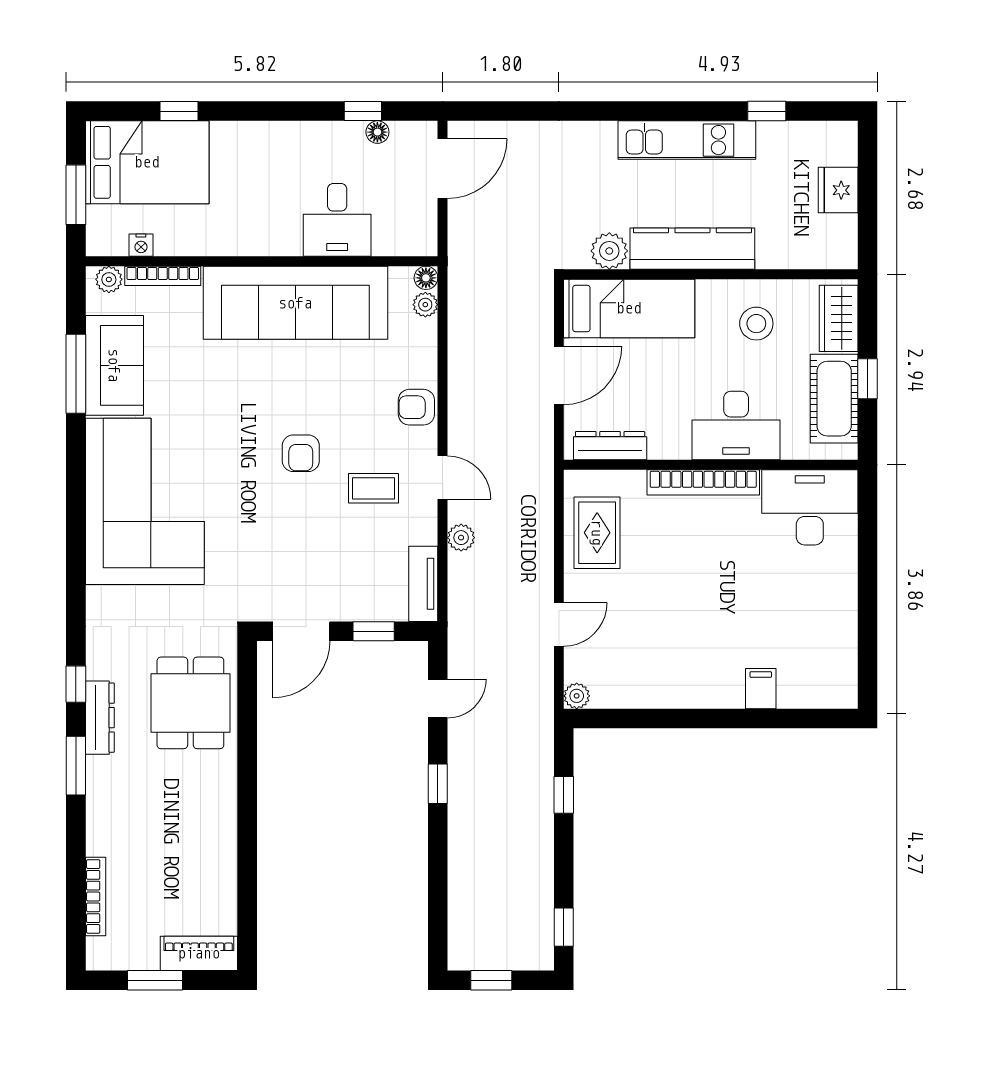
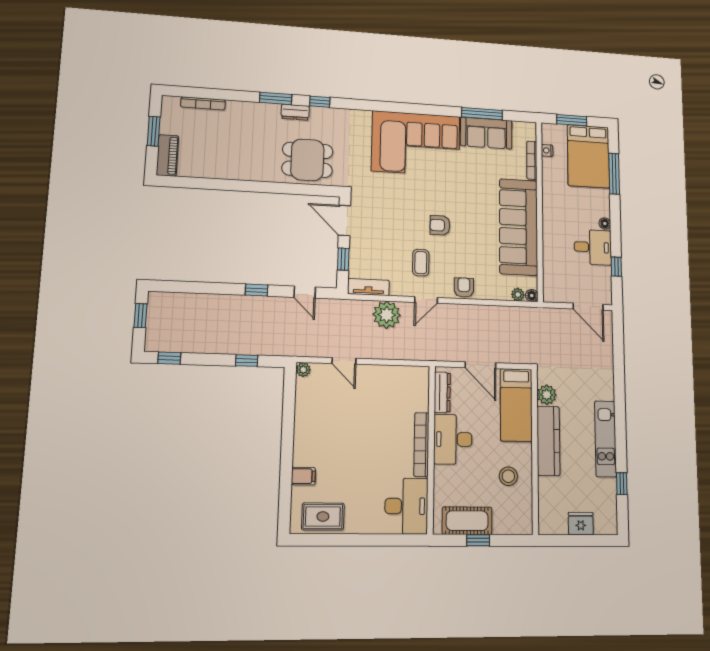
window: (179, 111) -> (614, 174), width x2.17
floor lamp: (377, 132) -> (605, 223), moved
desk: (337, 220) -> (593, 247), moved, turned 180
plant: (109, 279) -> (530, 133), removed
wardrobe: (839, 318) -> (511, 524), removed
desk: (736, 425) -> (453, 439), moved
rug: (597, 533) -> (323, 516), moved
plant: (461, 538) -> (387, 315), width x1.88, depth x1.88
dresser: (100, 718) -> (295, 112), width x0.70

